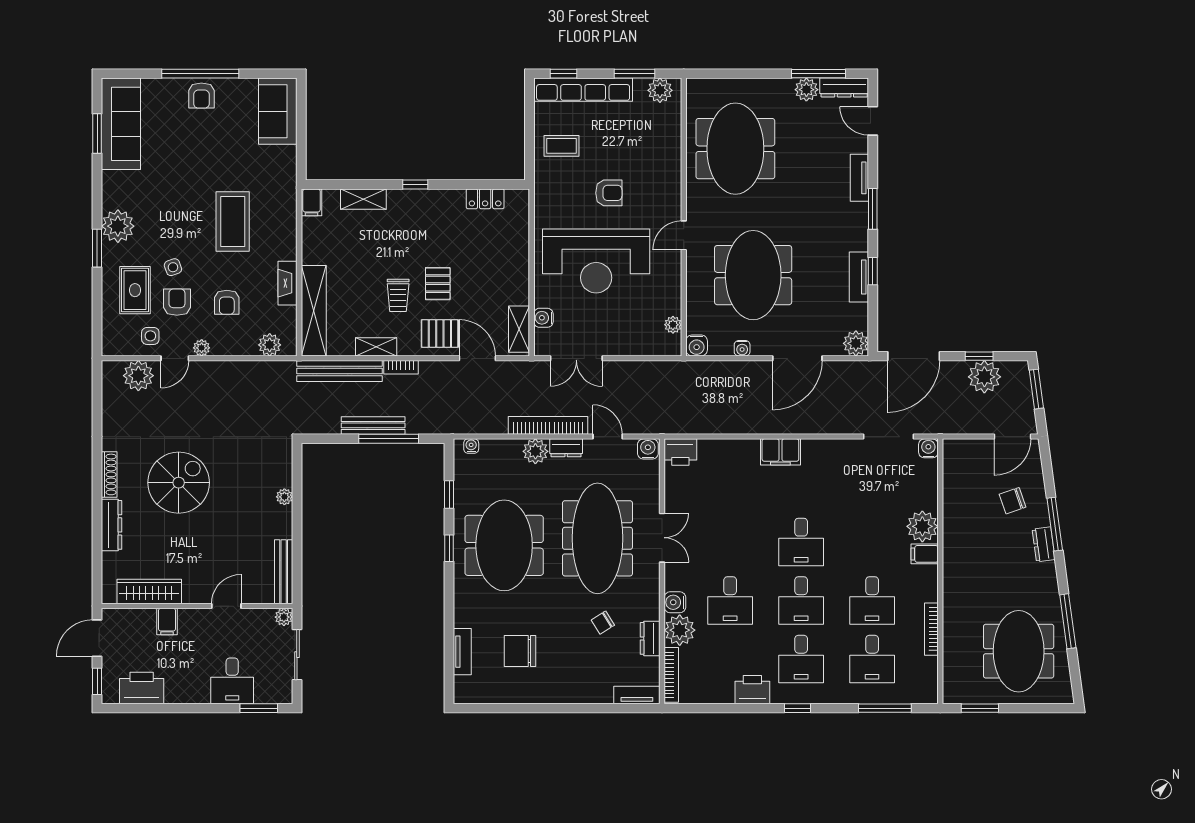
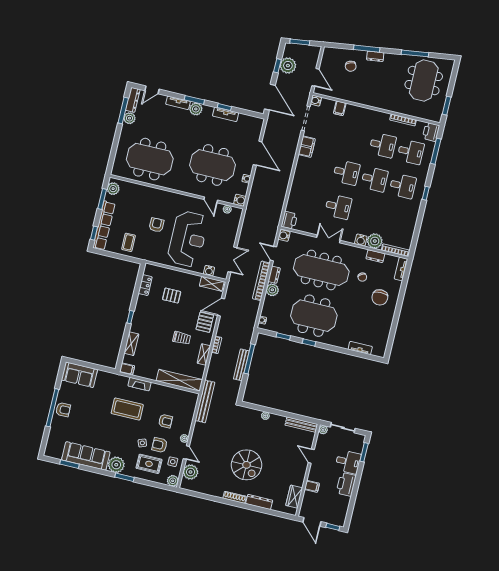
sofa: (121, 124) -> (86, 456), moved
door: (684, 235) -> (211, 200), moved
fireplace: (288, 283) -> (140, 384), moved
pallet: (438, 284) -> (172, 296), moved
plant: (856, 343) -> (196, 109), moved
plant: (270, 345) -> (173, 481), moved
bench: (340, 371) -> (205, 401), moved
door: (608, 437) -> (273, 253), hinge flipped
door: (1013, 437) -> (315, 77), moved
filing cabinet: (780, 452) -> (307, 147), moved
spiral stairs: (179, 483) -> (247, 465), turned 180
plant: (922, 526) -> (353, 112), removed
filing cabinet: (925, 554) -> (340, 108), moved
wardrobe: (149, 591) -> (294, 497), width x0.67
desk: (730, 600) -> (338, 207), moved
chair: (520, 651) -> (380, 297), moved
meeting table: (1019, 651) -> (424, 81), turned 90
printer: (142, 688) -> (346, 484), moved
printer: (752, 690) -> (431, 132), moved

